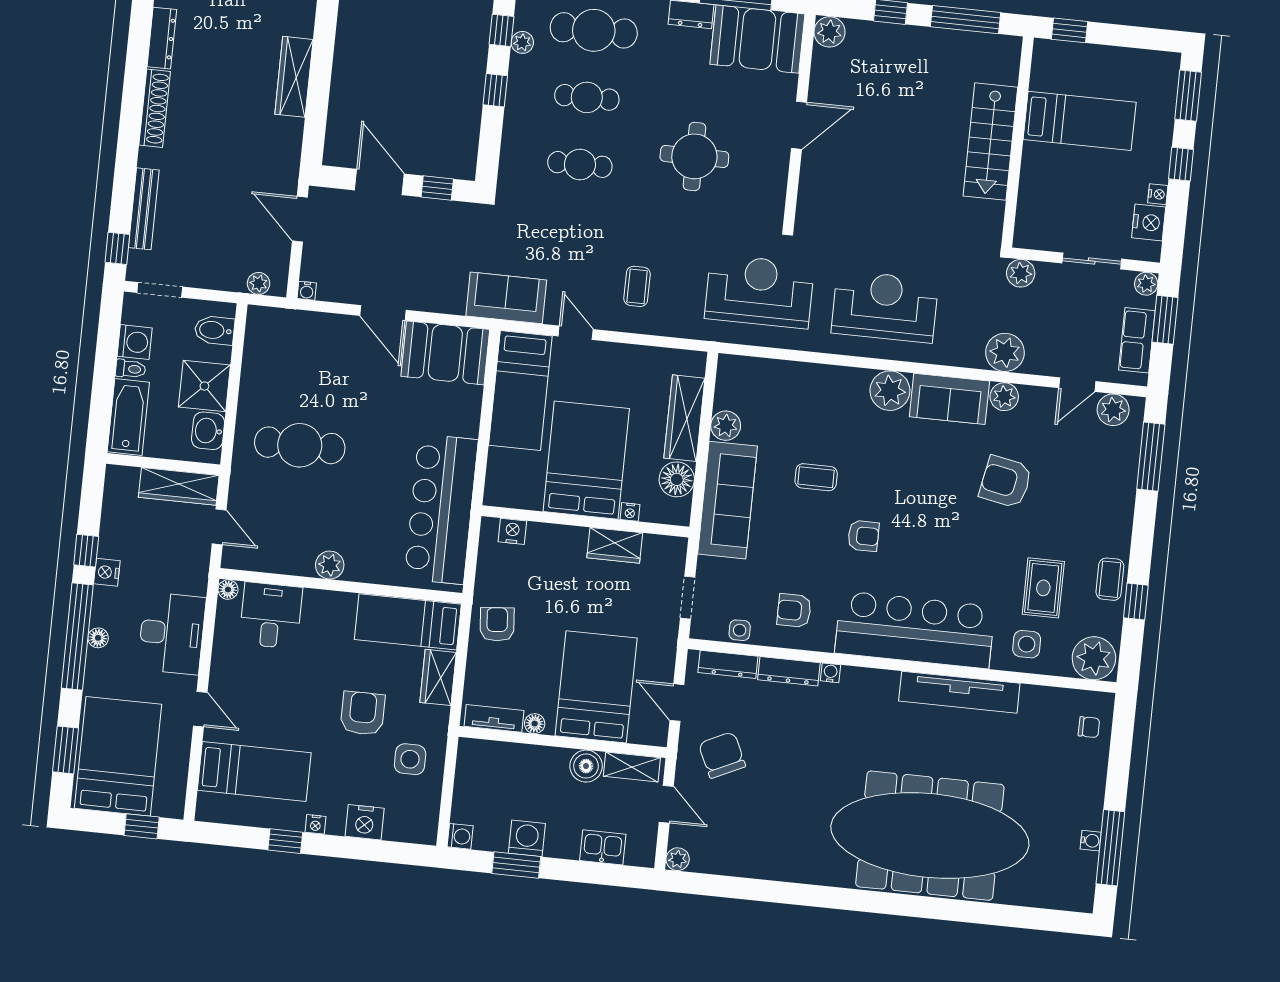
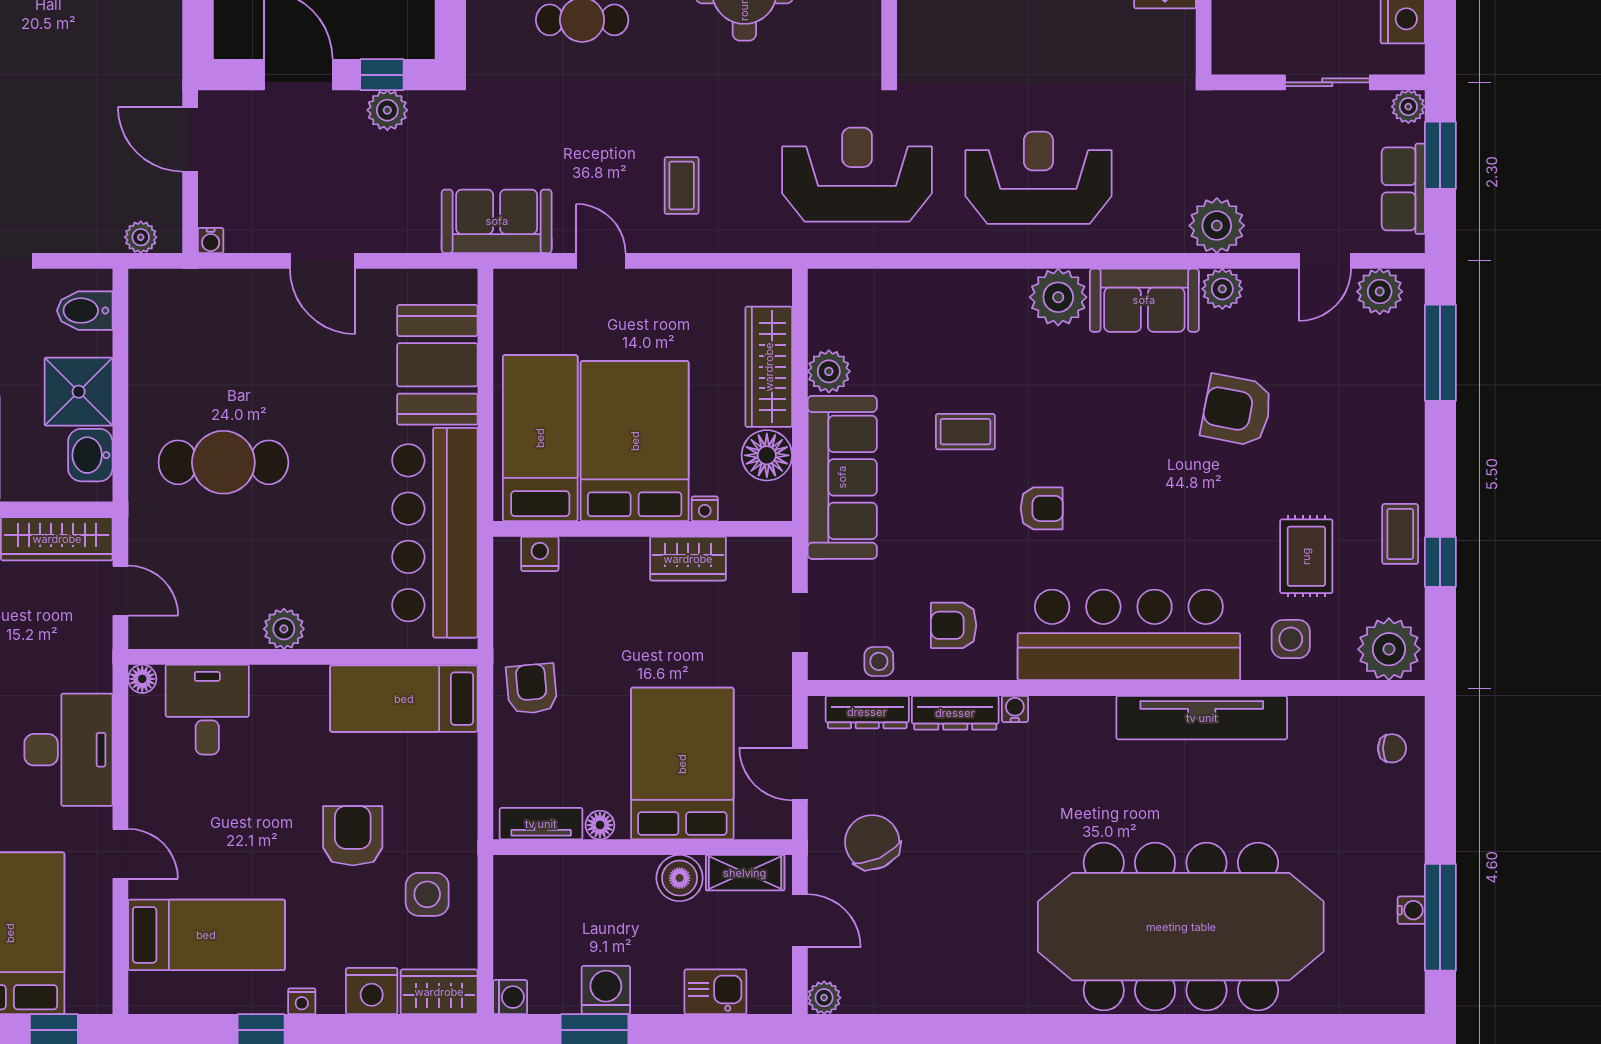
plant: (1021, 273) -> (387, 110), moved
booth: (445, 353) -> (437, 365), moved, turned 90
bed: (520, 391) -> (540, 438), moved, turned 180
wardrobe: (438, 677) -> (439, 992), moved, turned 90

